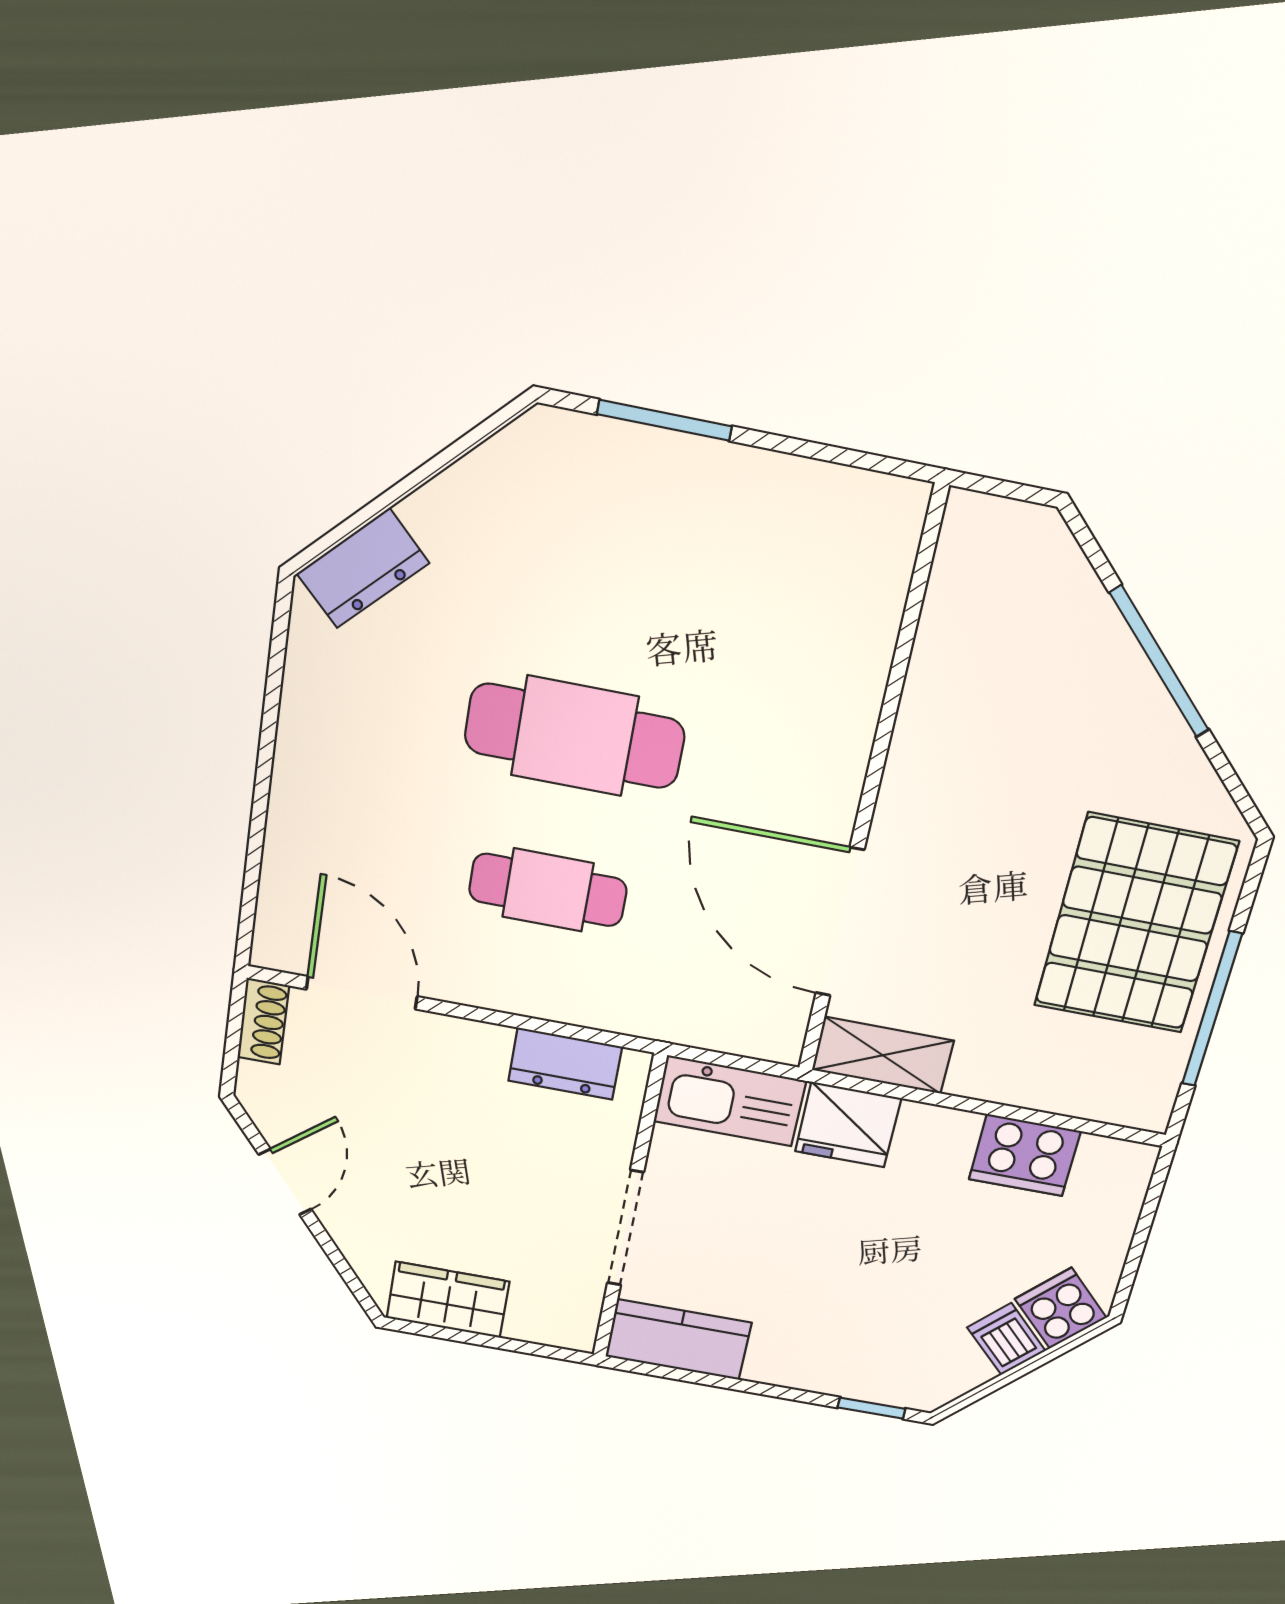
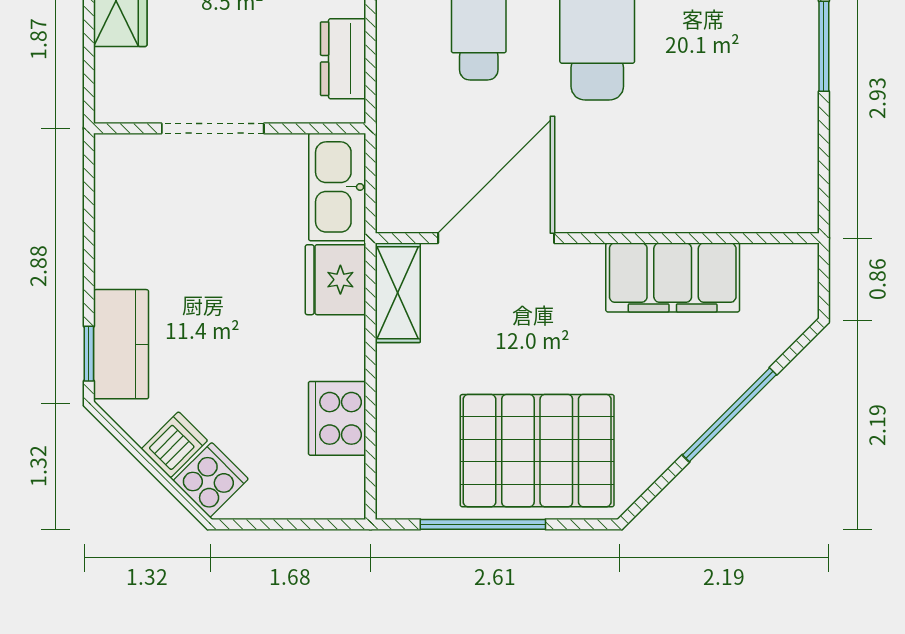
filing cabinet: (948, 702) -> (673, 277), added
kitchen counter: (678, 1340) -> (121, 344), moved

